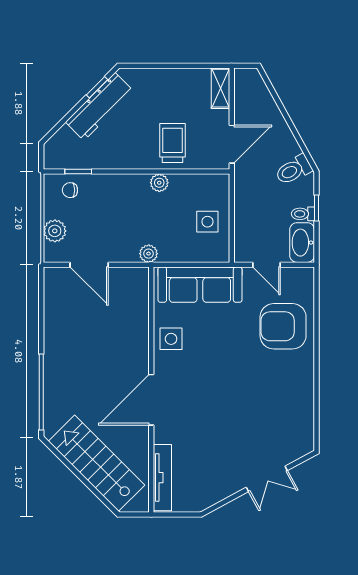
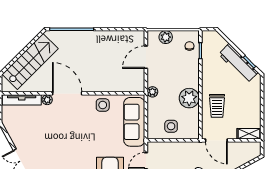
trolley: (172, 143) -> (217, 106), turned 90
plant: (159, 183) -> (189, 98), width x1.88, depth x1.88
plant: (162, 434) -> (47, 100), added

